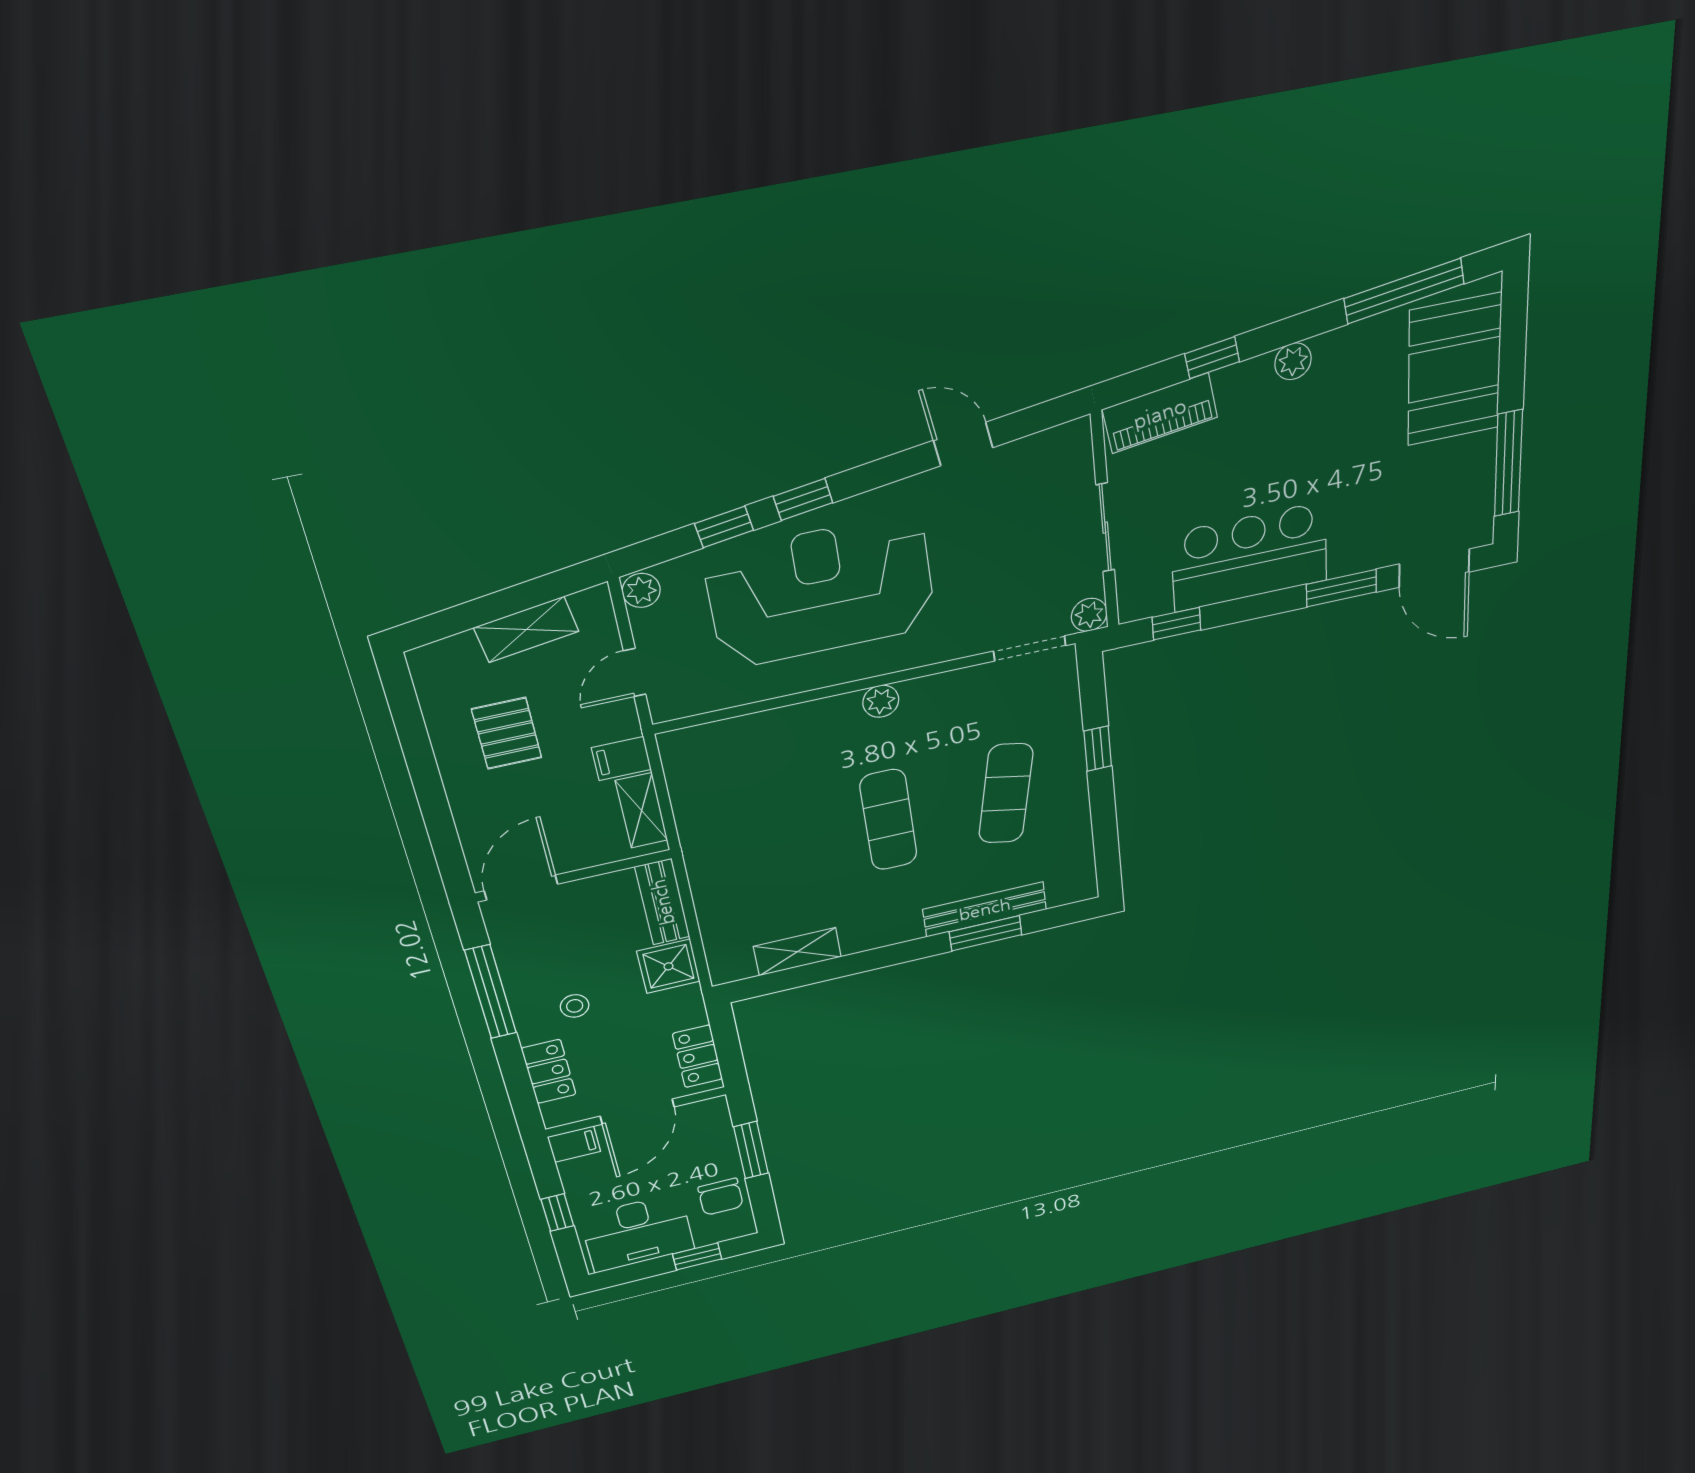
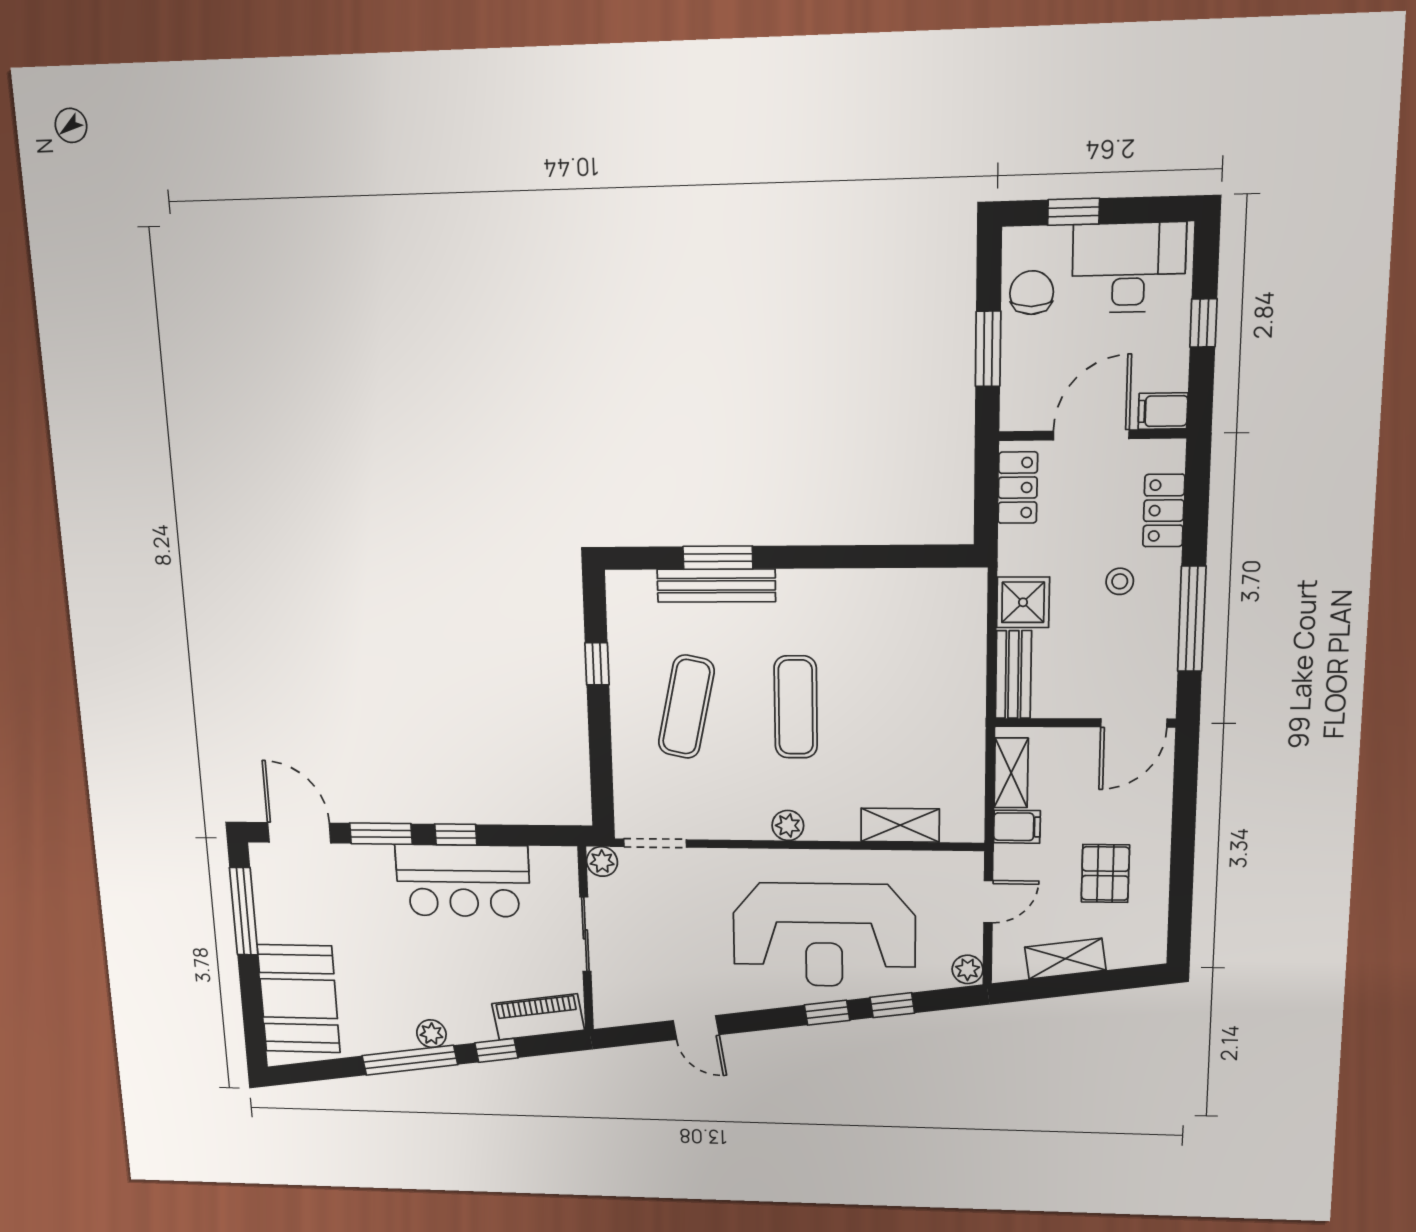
window: (1404, 291) -> (410, 1060), moved
window: (1176, 624) -> (456, 835), moved
window: (1098, 749) -> (597, 664), moved
shelving: (797, 952) -> (900, 825), moved

